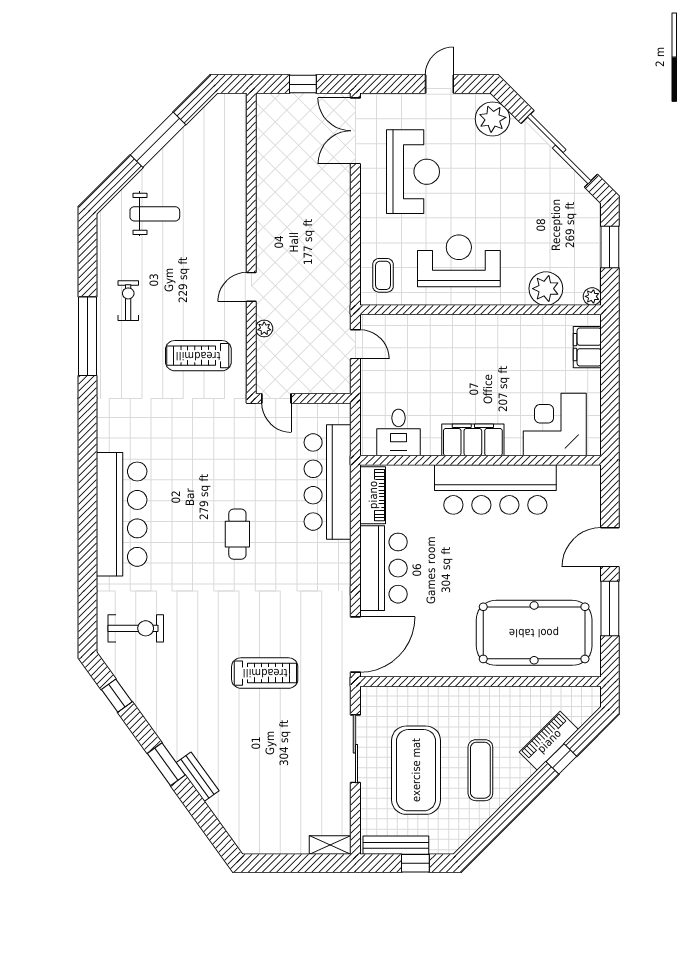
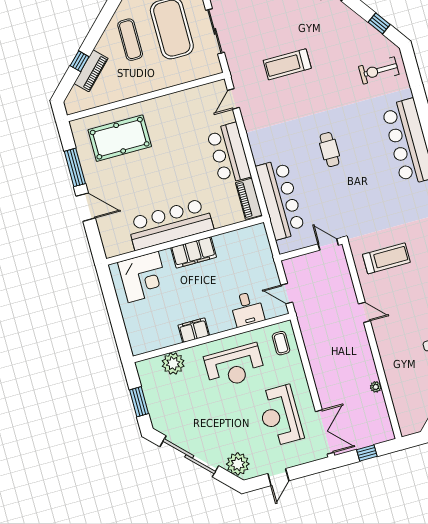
door: (251, 287) -> (364, 312), hinge flipped
plant: (592, 296) -> (142, 367), removed
plant: (264, 328) -> (376, 387), moved
filing cabinet: (587, 347) -> (194, 330), moved, turned -90
desk: (399, 432) -> (247, 309), moved, turned 180
door: (610, 547) -> (86, 207), hinge flipped
pool table: (534, 633) -> (120, 138), width x0.73, depth x0.76
door: (355, 645) -> (233, 99), width x0.53

